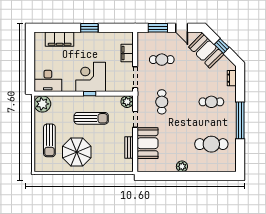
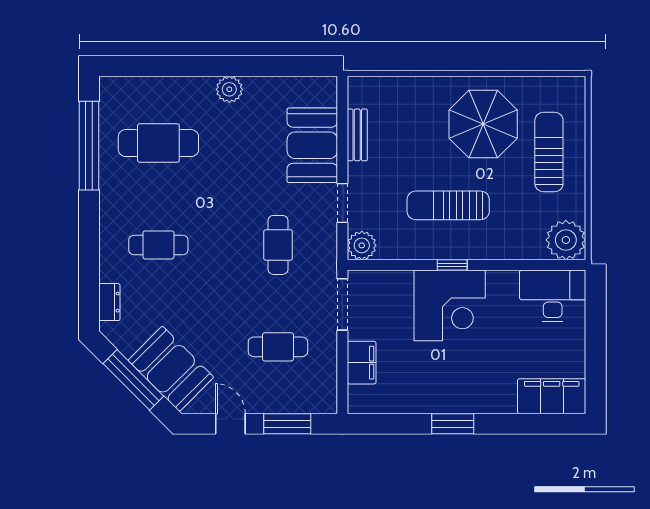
filing cabinet: (60, 39) -> (552, 396), moved
window: (222, 46) -> (133, 380), width x2.17
window: (240, 120) -> (89, 146), moved

